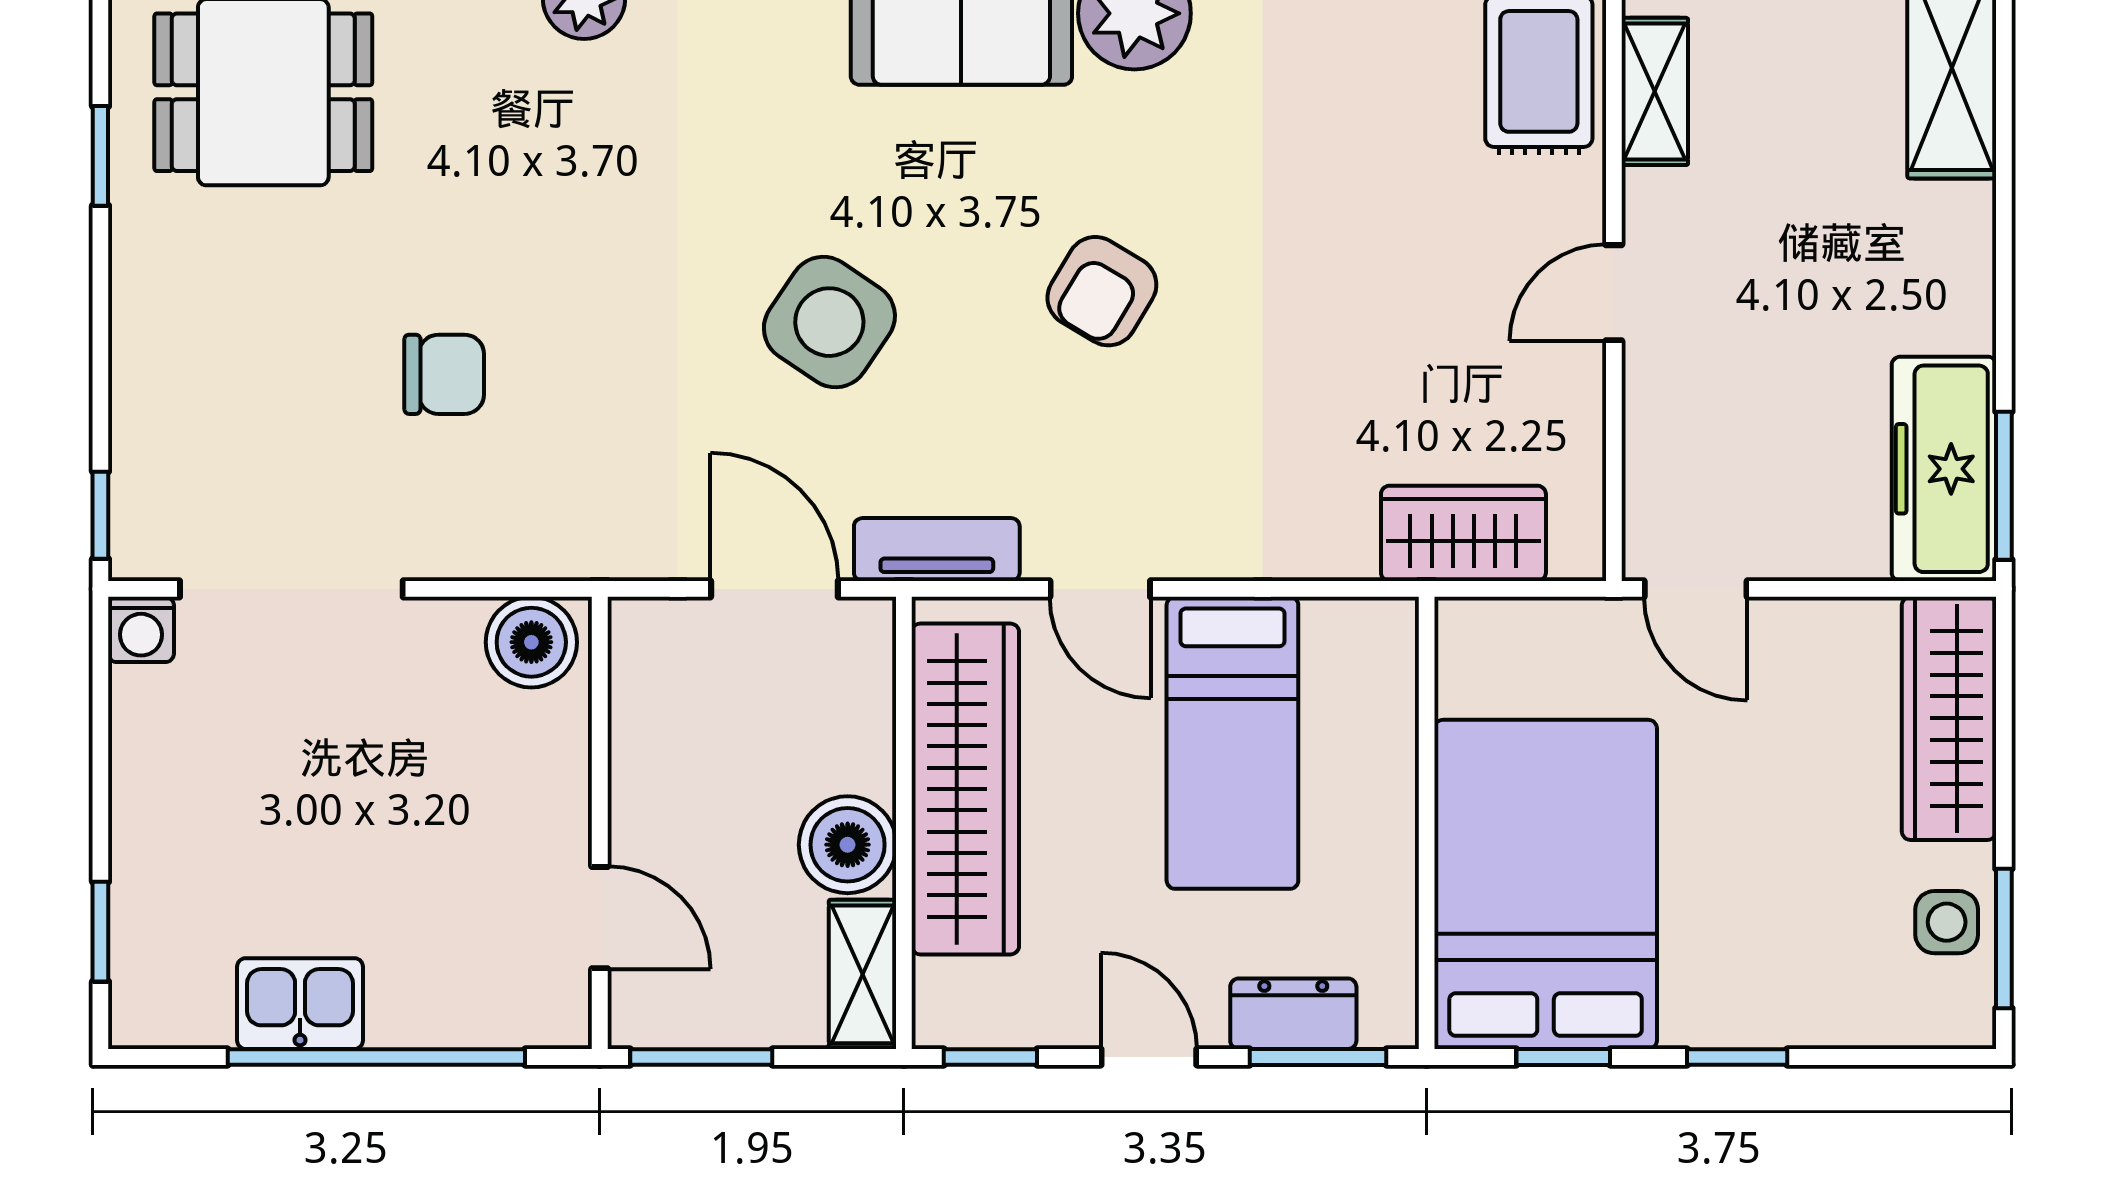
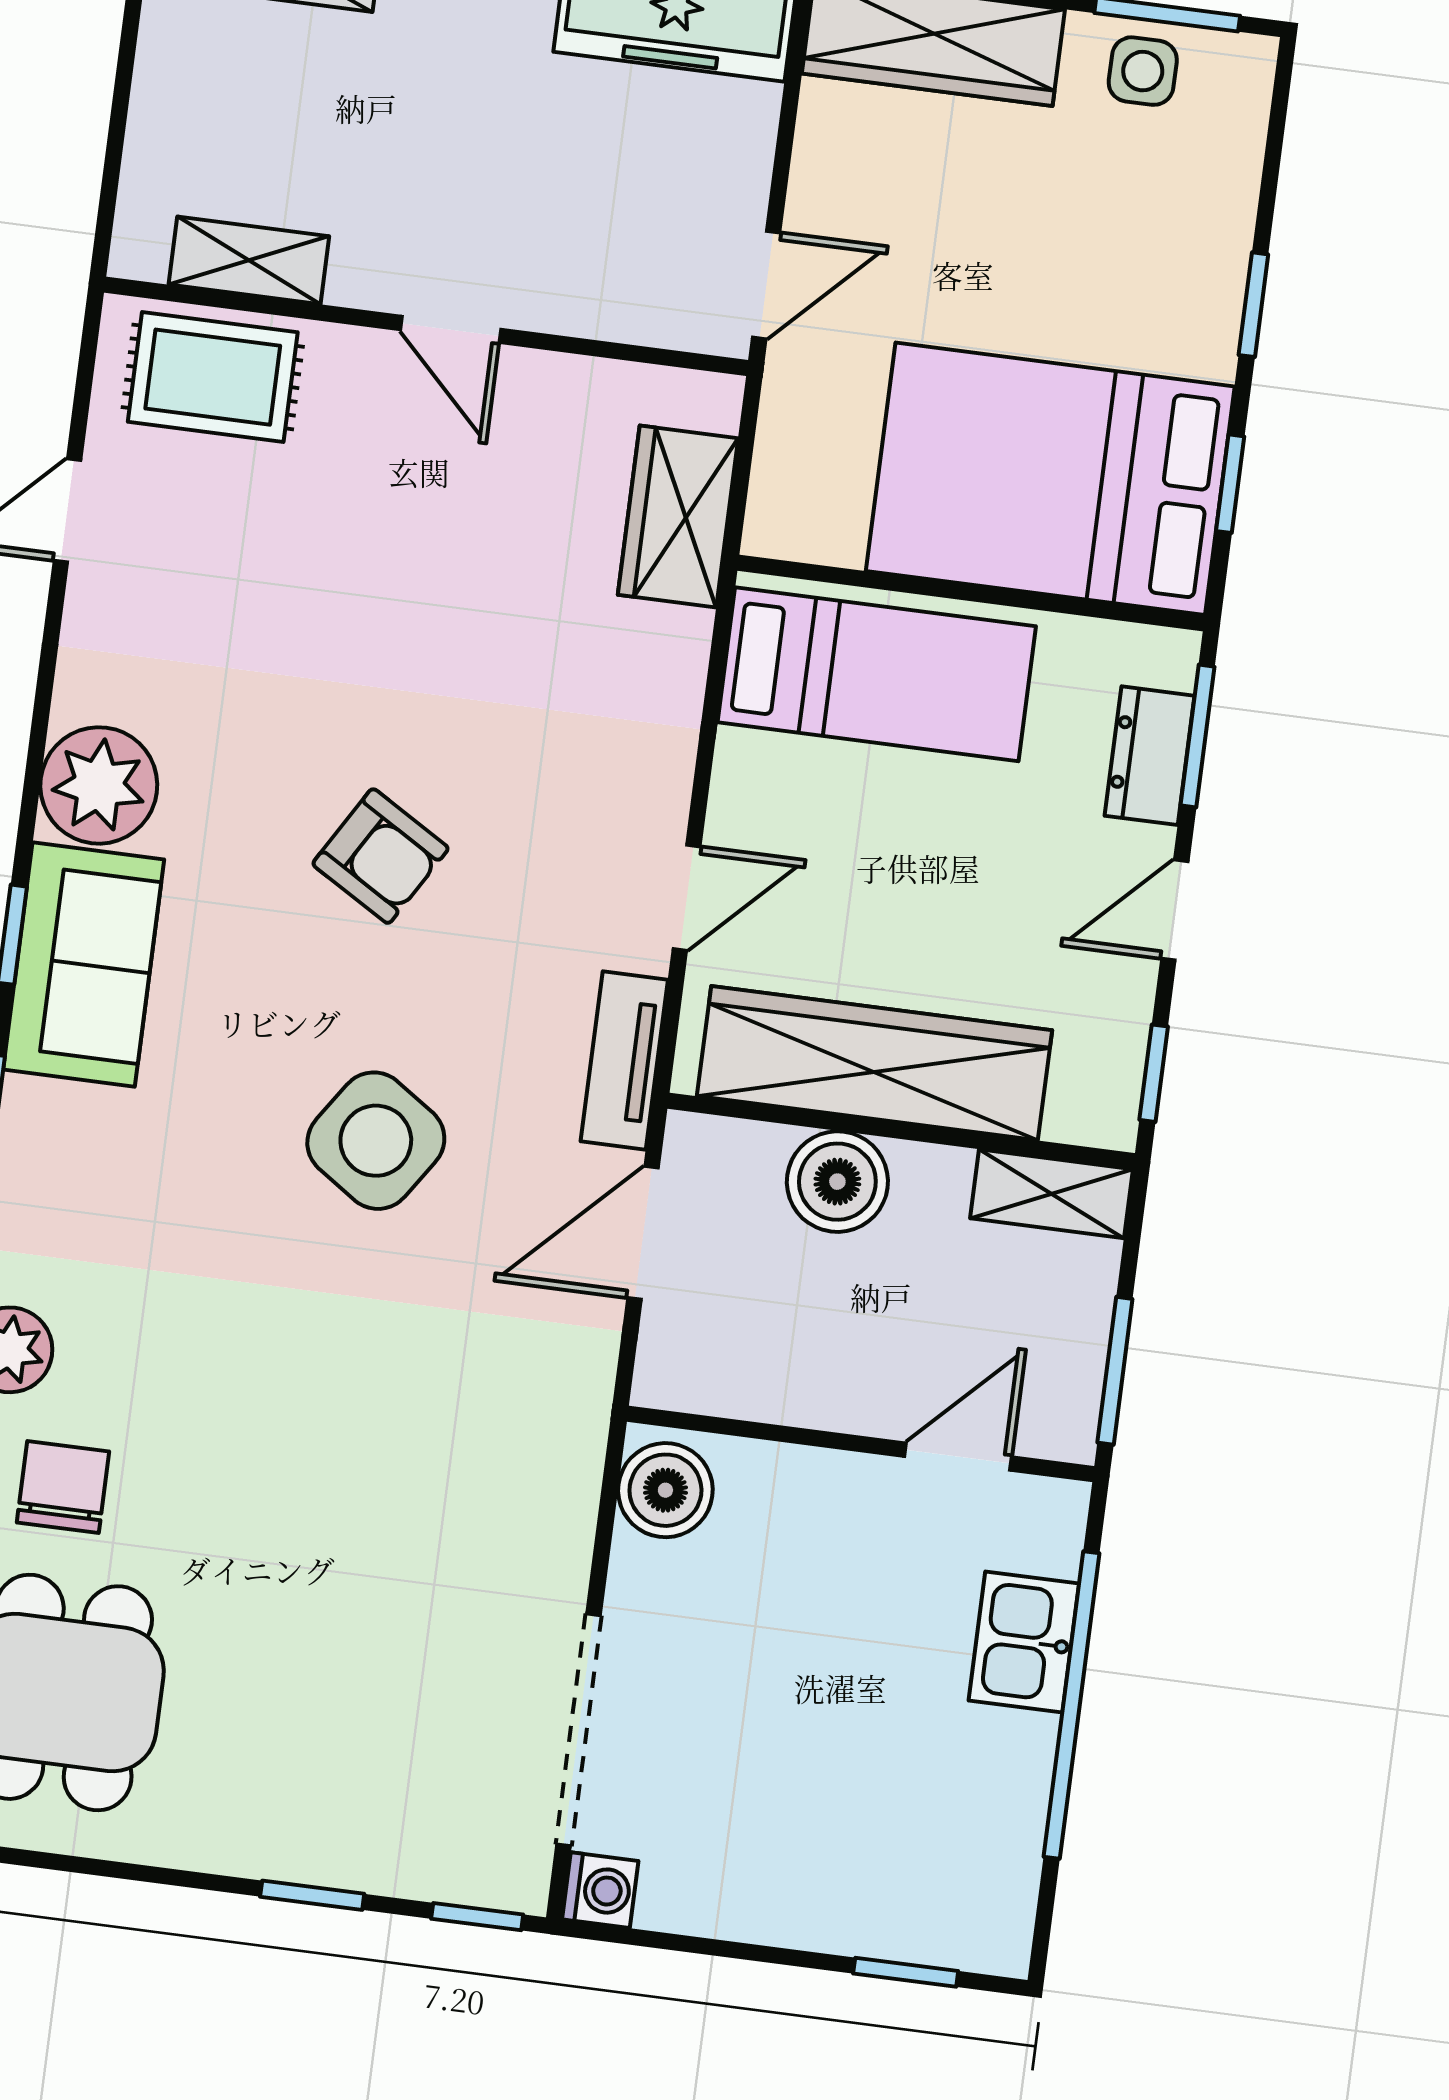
window: (100, 156) -> (312, 1895), moved
chair: (444, 374) -> (63, 1487), moved
bed: (1232, 743) -> (877, 674), moved
boiler: (848, 845) -> (837, 1182), moved
kitchen sink: (300, 1004) -> (1024, 1642), moved

